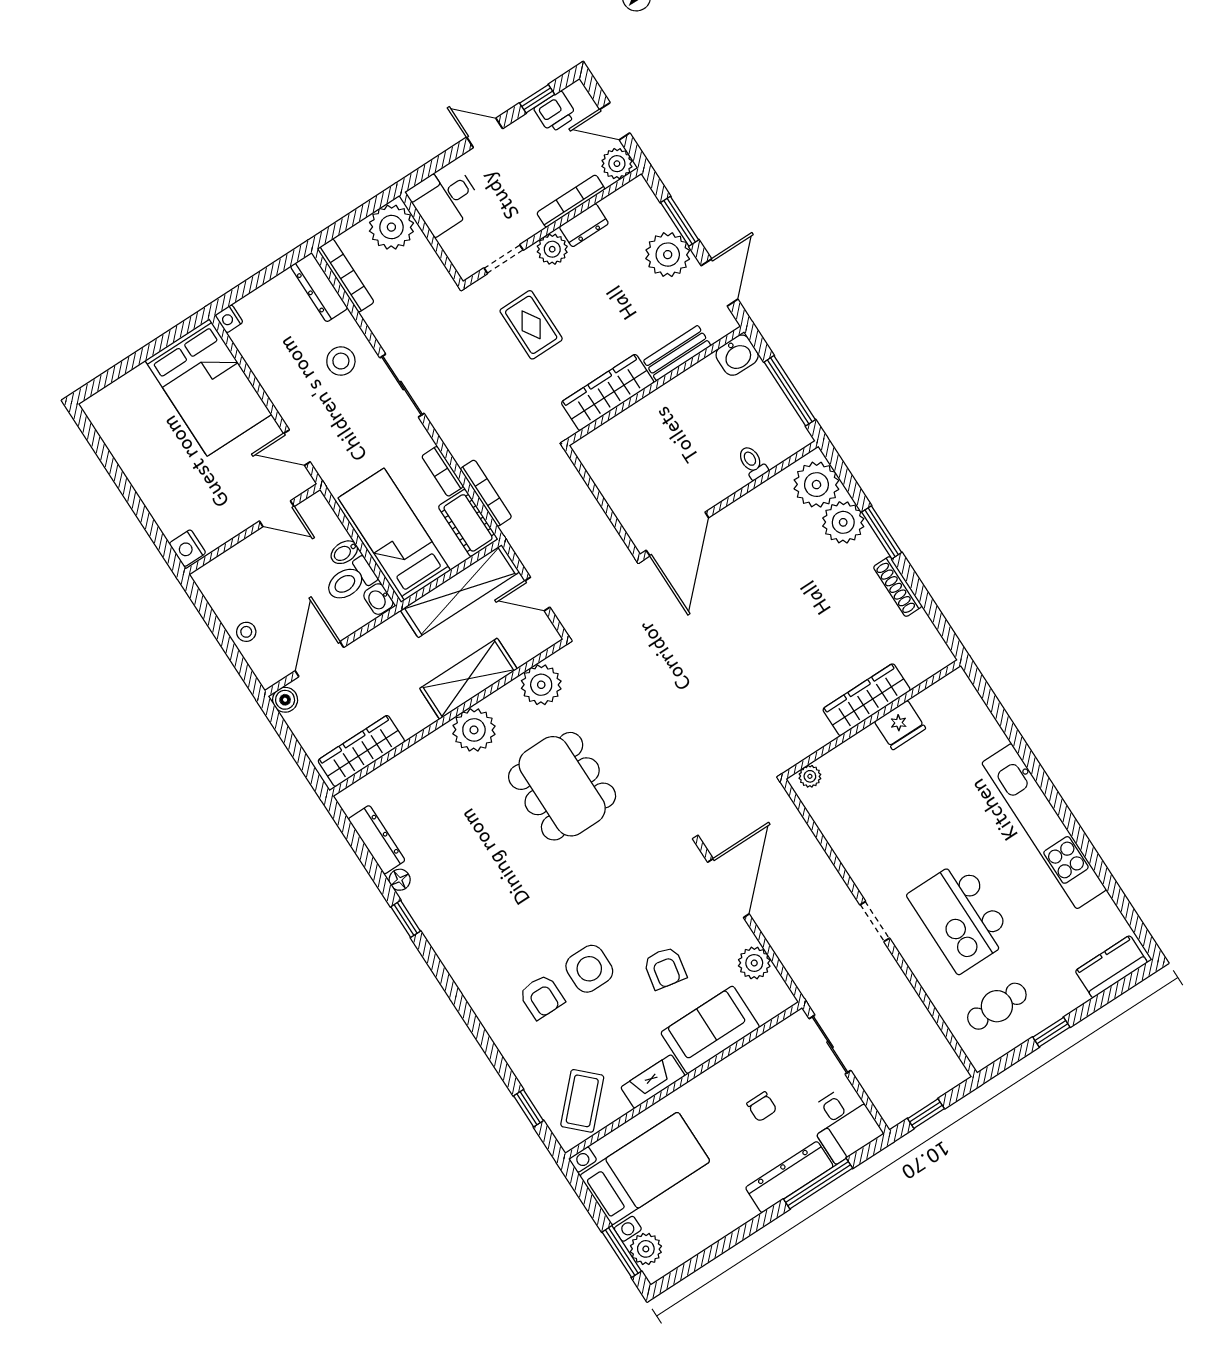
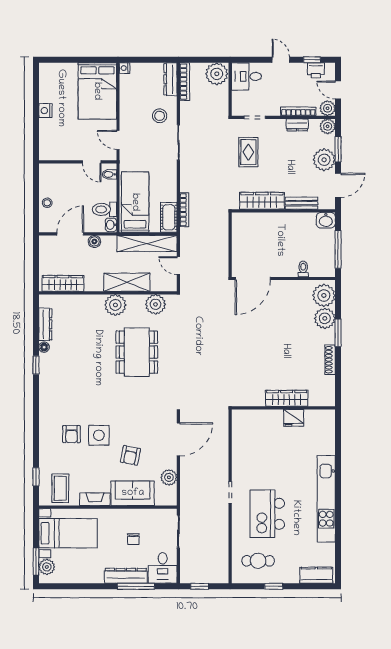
plant: (552, 249) -> (328, 126), moved
bookcase: (443, 471) -> (172, 189), removed
nightstand: (187, 548) -> (45, 111), moved
bidet: (344, 552) -> (109, 174), moved
boiler: (285, 700) -> (94, 241), moved
plant: (810, 776) -> (242, 415), removed
coffee table: (582, 1101) -> (60, 488), turned -44

